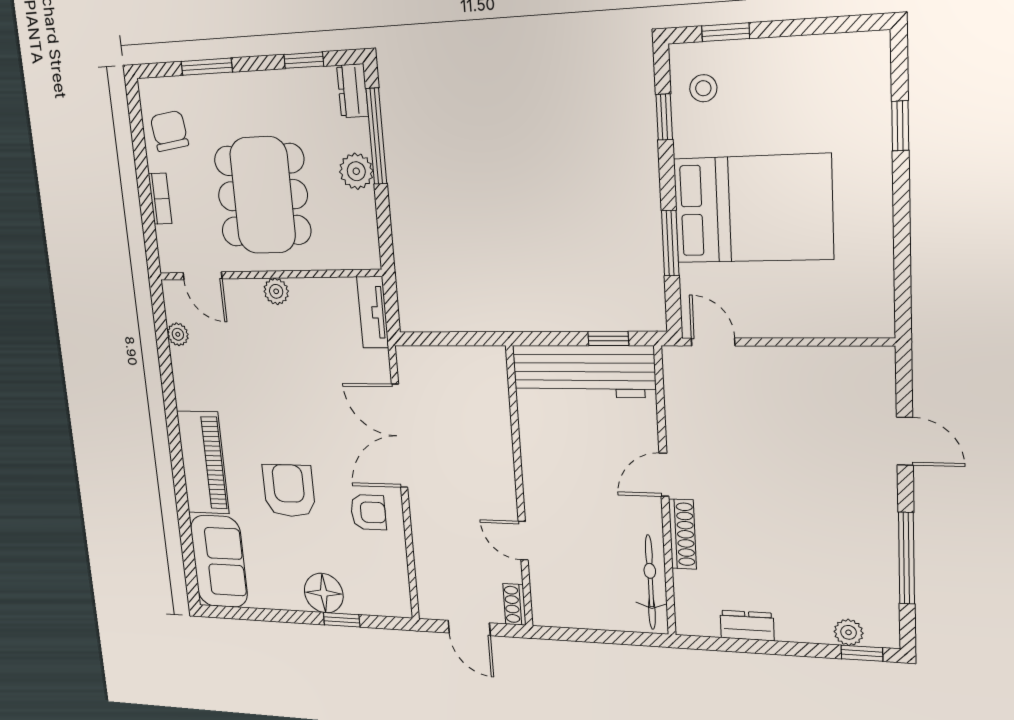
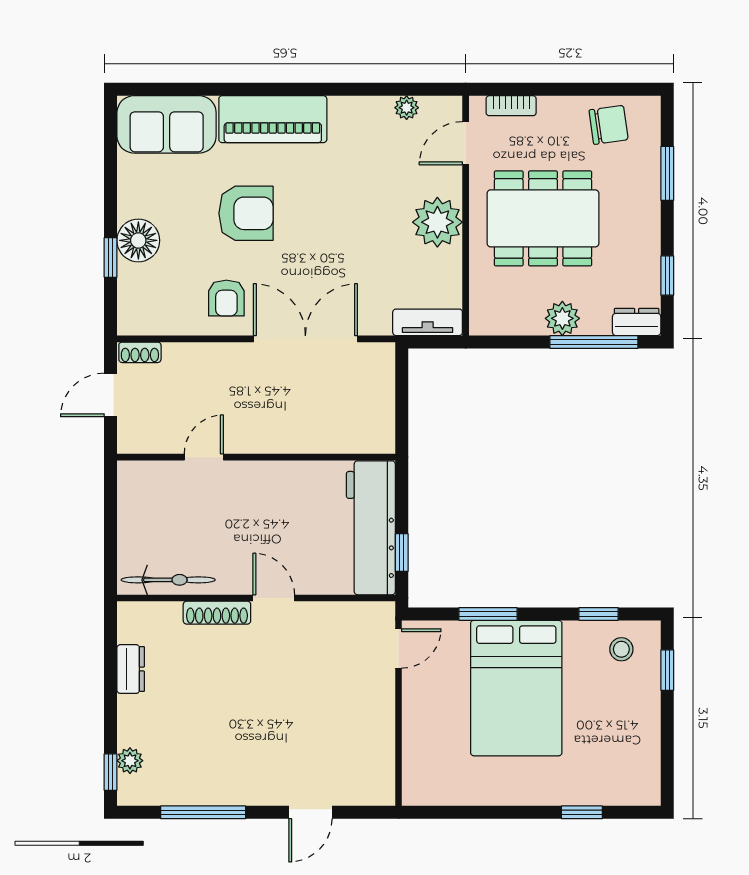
bookcase: (160, 199) -> (511, 106), moved
plant: (276, 291) -> (437, 222), width x1.88, depth x1.88
shoe rack: (514, 604) -> (140, 352), moved, turned 180

